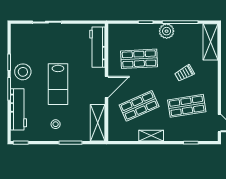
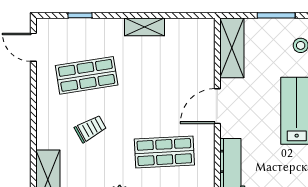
shop shelf: (139, 106) -> (164, 75), removed

